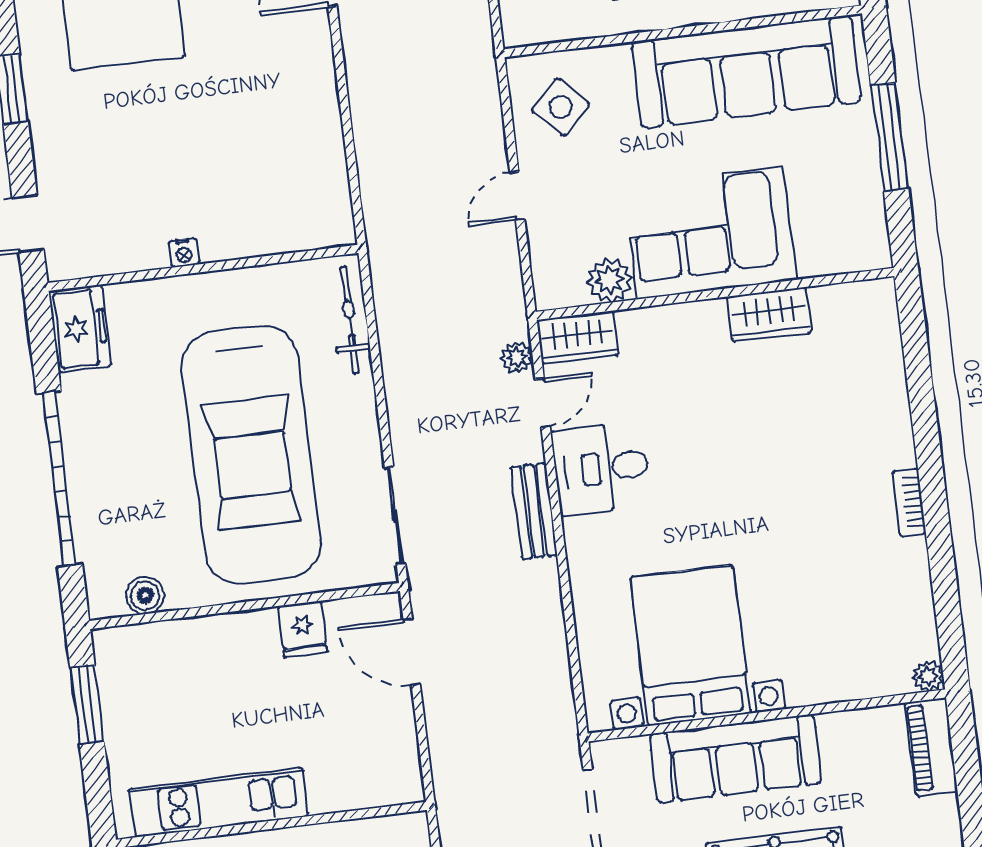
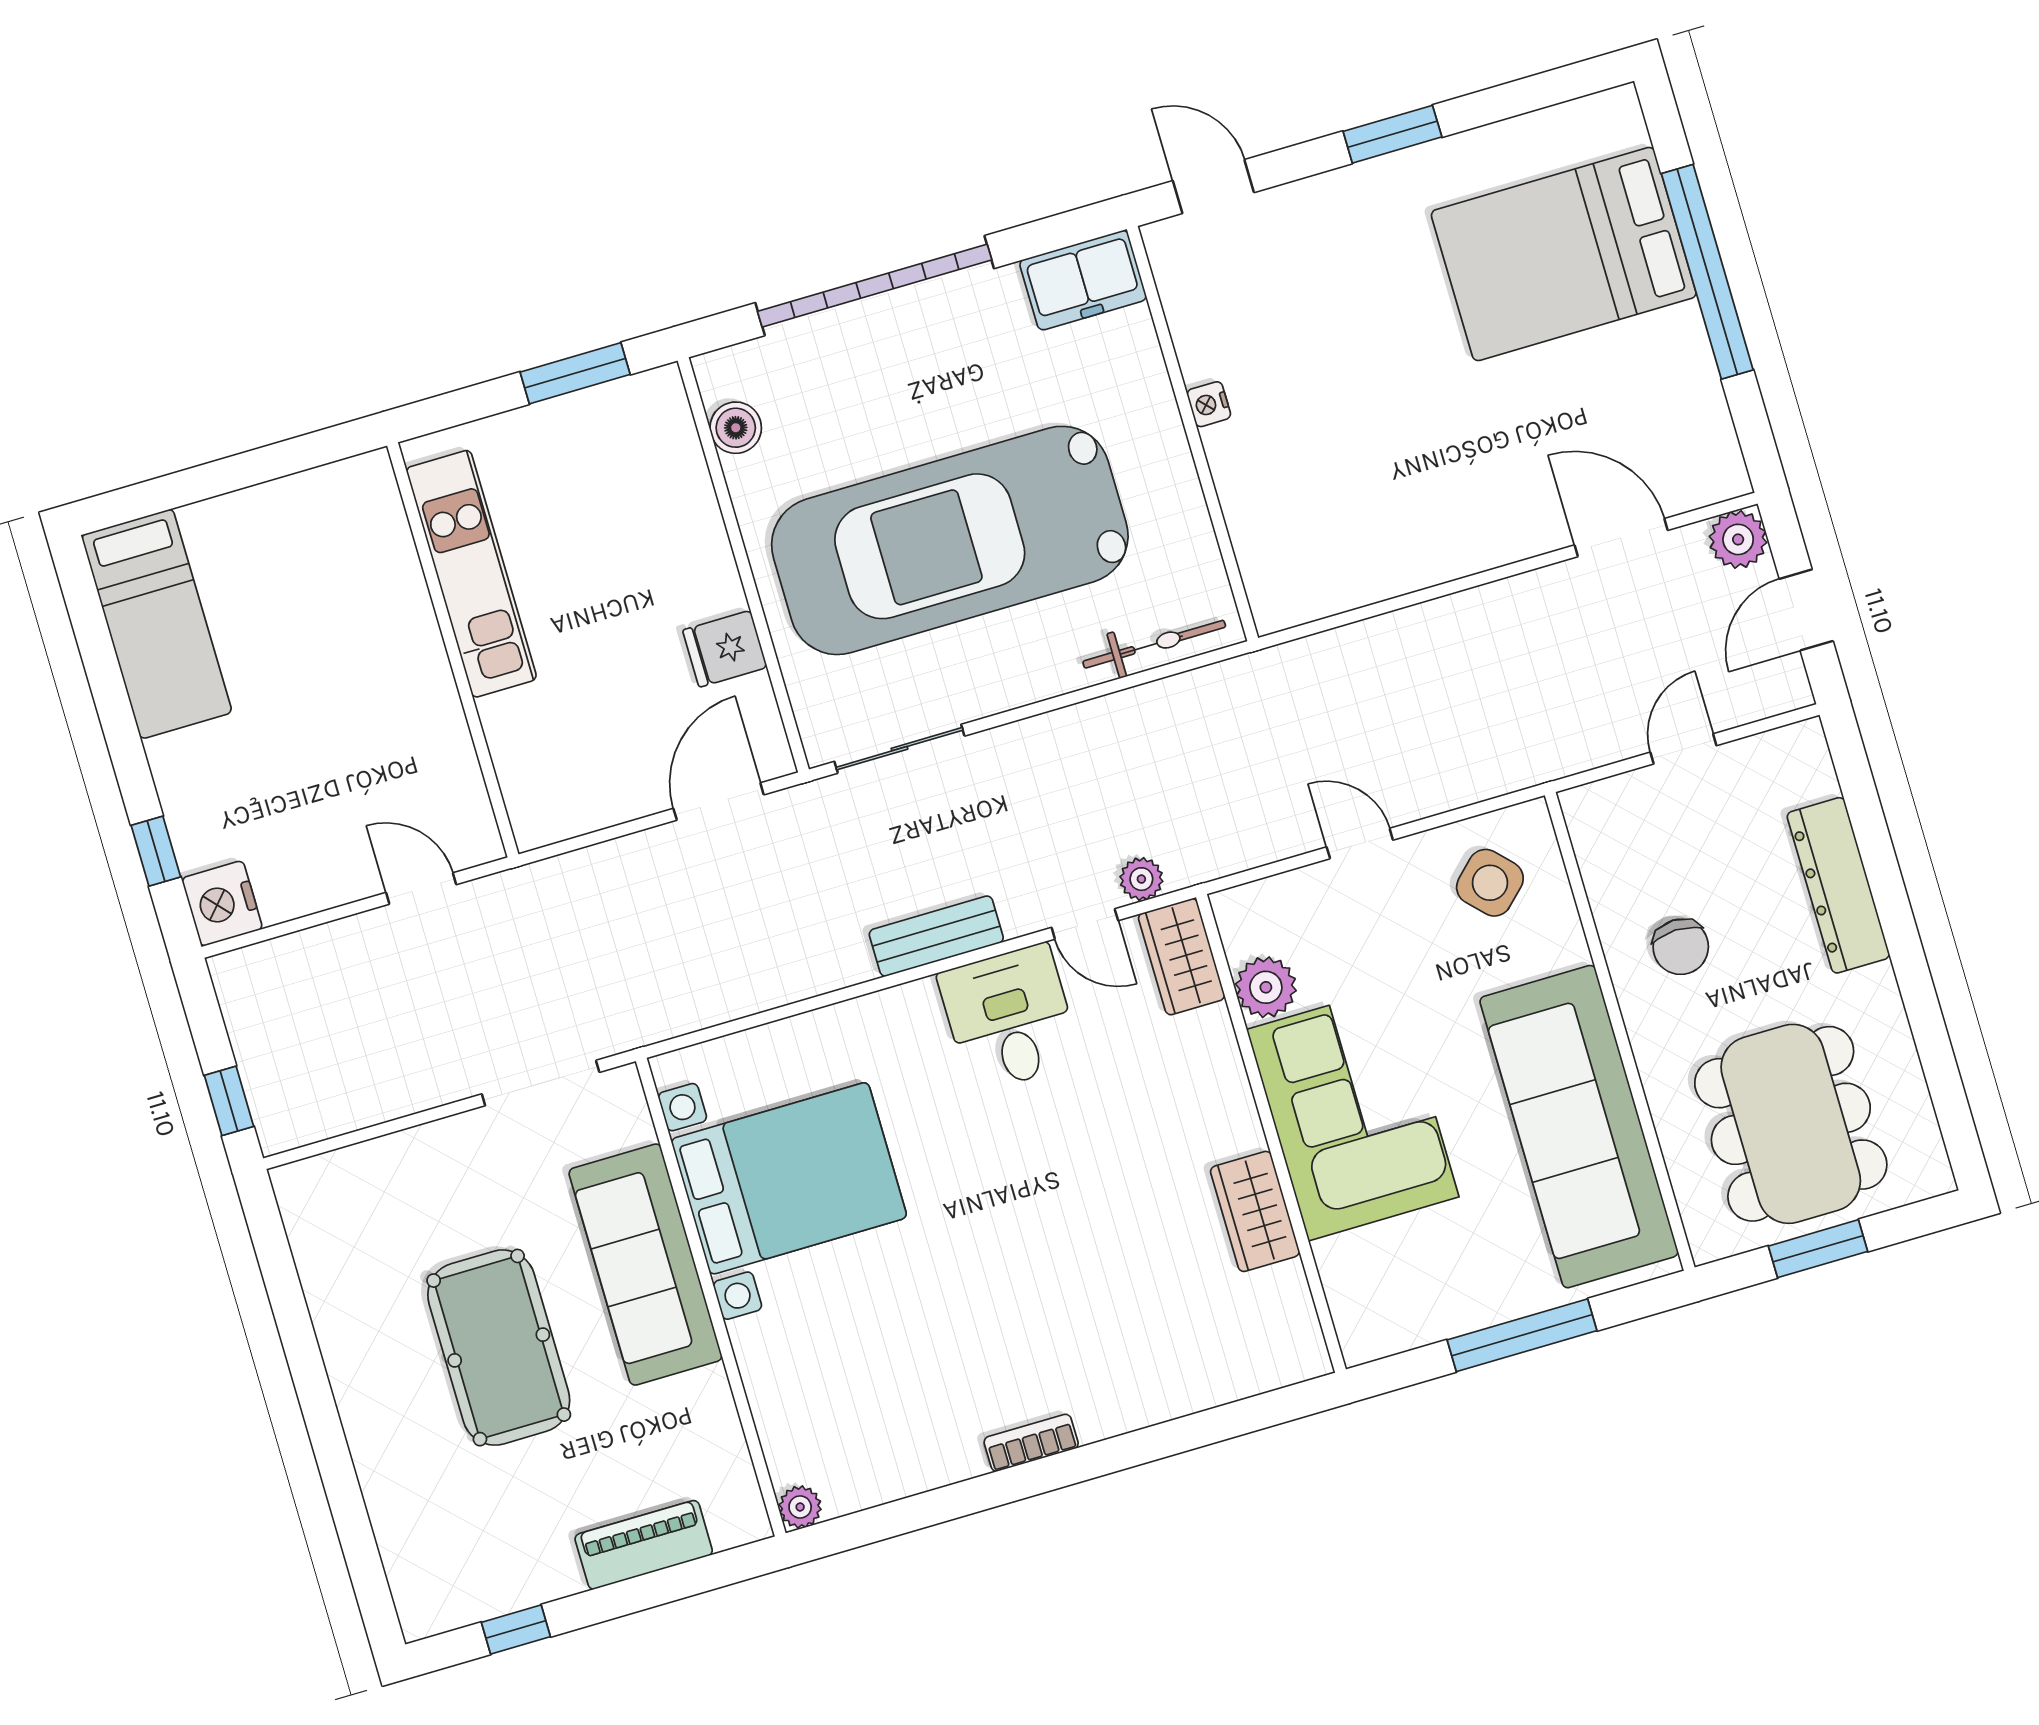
piano: (931, 747) -> (644, 1545), moved

